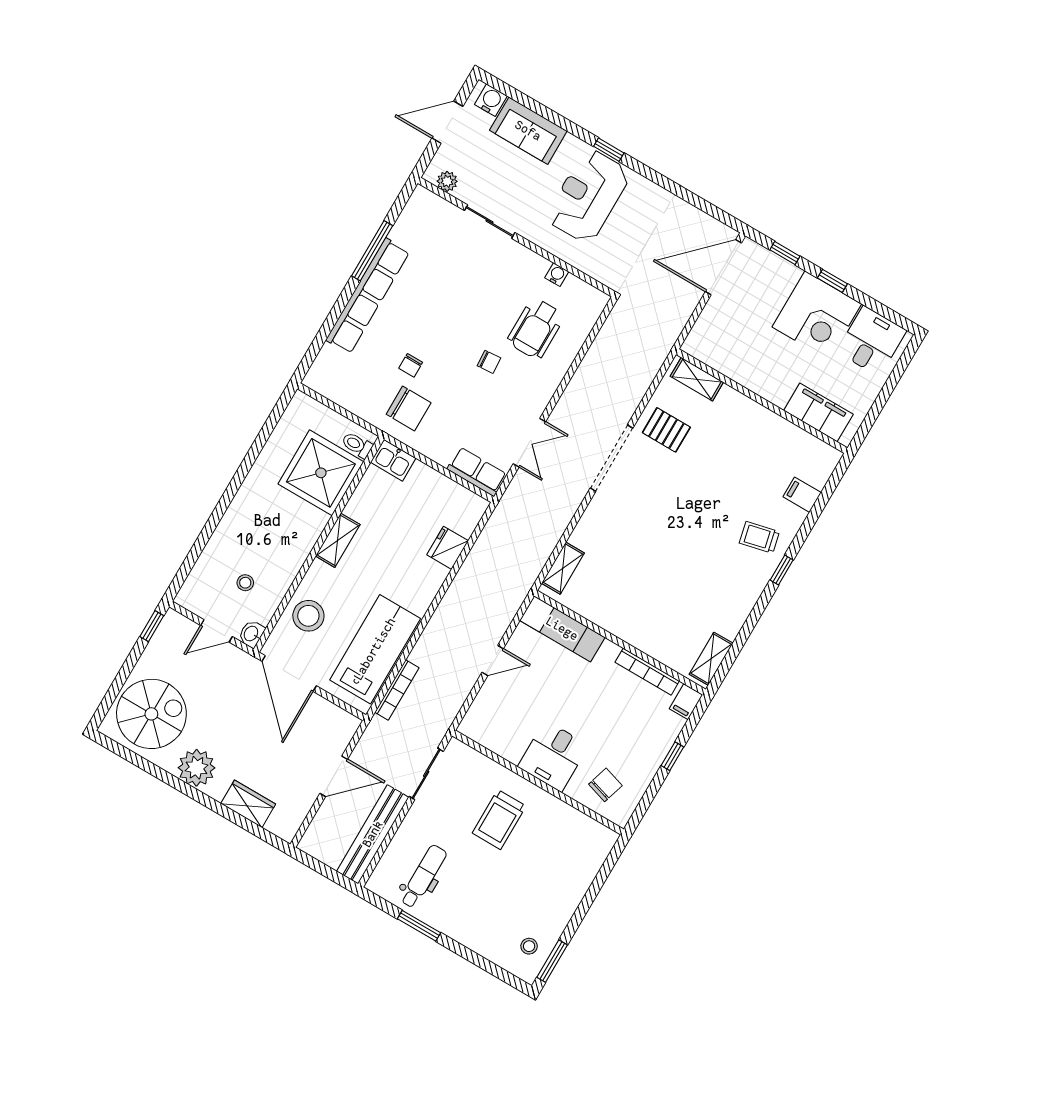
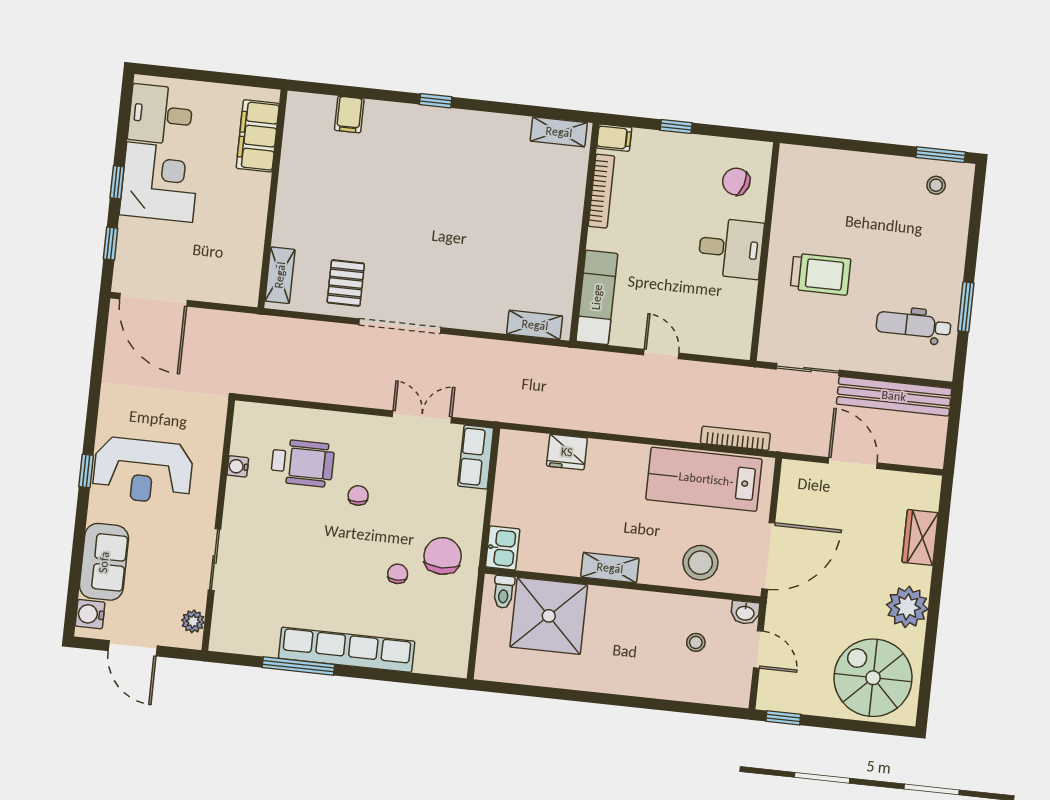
chair: (411, 365) -> (398, 574), turned -90
trolley: (759, 537) -> (413, 138), removed

